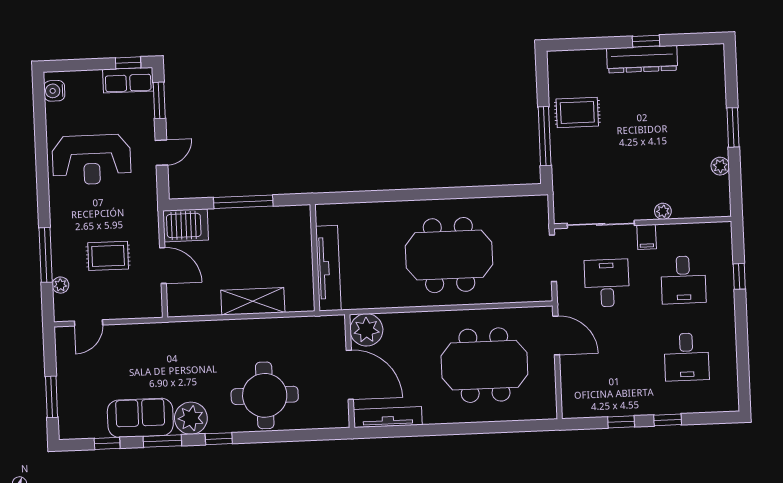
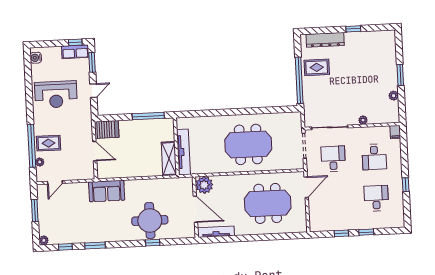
dresser: (642, 59) -> (325, 40), moved
window: (545, 136) -> (299, 80), width x1.46
window: (243, 202) -> (148, 116), moved
filing cabinet: (647, 237) -> (395, 132), moved
window: (46, 255) -> (32, 146), width x1.46
rug: (108, 256) -> (48, 143), moved
window: (739, 276) -> (406, 185), moved
shelving: (253, 301) -> (169, 159), moved, turned 90
door: (556, 335) -> (306, 187), hinge flipped
desk: (687, 357) -> (376, 198), turned 180
window: (52, 397) -> (35, 211), moved
sofa: (140, 418) -> (107, 191), moved, turned 180
plant: (191, 418) -> (44, 240), moved, width x0.53, depth x0.53
window: (219, 439) -> (153, 243), moved

